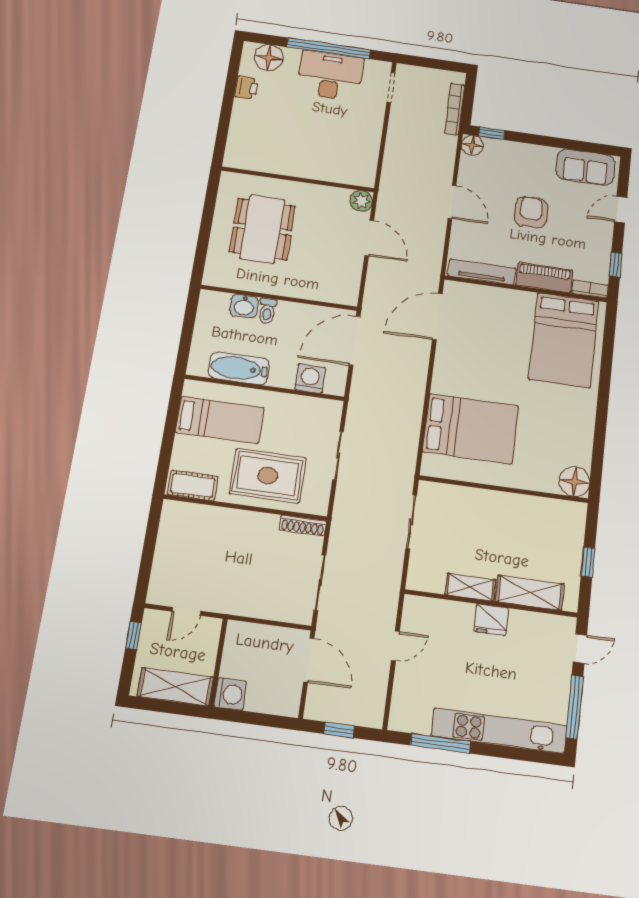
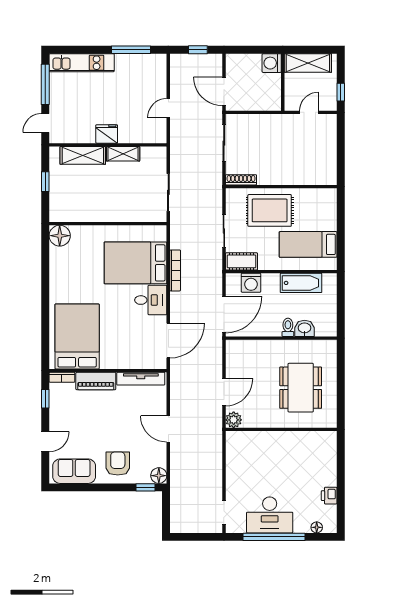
floor lamp: (269, 58) -> (317, 527), width x0.53, depth x0.53
bookcase: (455, 109) -> (175, 270), moved
armchair: (531, 212) -> (118, 464), moved, turned 180
door: (369, 238) -> (224, 392), swing flipped
desk: (455, 375) -> (151, 300), added
cot: (193, 485) -> (242, 261), moved
kitchen unit: (499, 731) -> (82, 63), width x0.73

